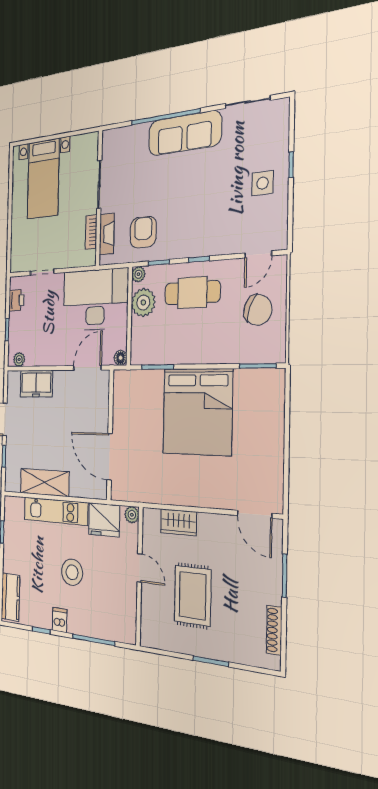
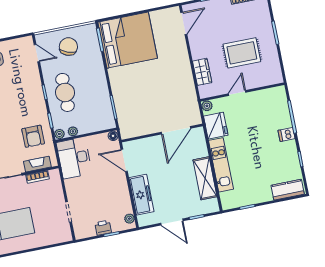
armchair: (143, 232) -> (33, 136), turned -90
desk: (95, 299) -> (74, 158), width x0.73, depth x0.77
printer: (16, 300) -> (103, 228), moved
plant: (143, 302) -> (73, 131), width x0.53, depth x0.53
freezer: (36, 384) -> (141, 195), width x1.40
bed: (197, 412) -> (128, 40), moved
stool: (72, 572) -> (256, 143), removed
dishwasher: (60, 620) -> (287, 134), moved

